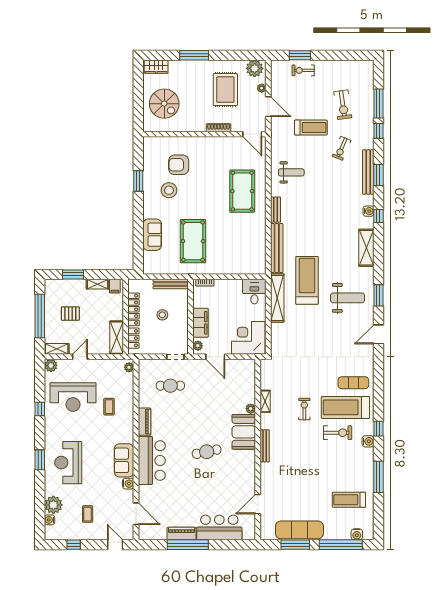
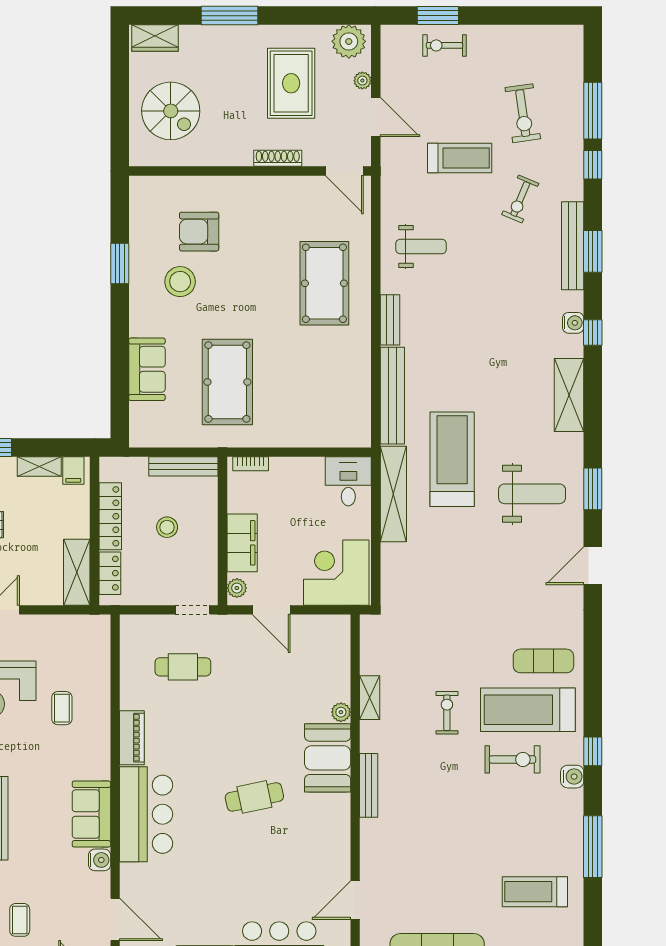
plant: (129, 367) -> (101, 631), removed

